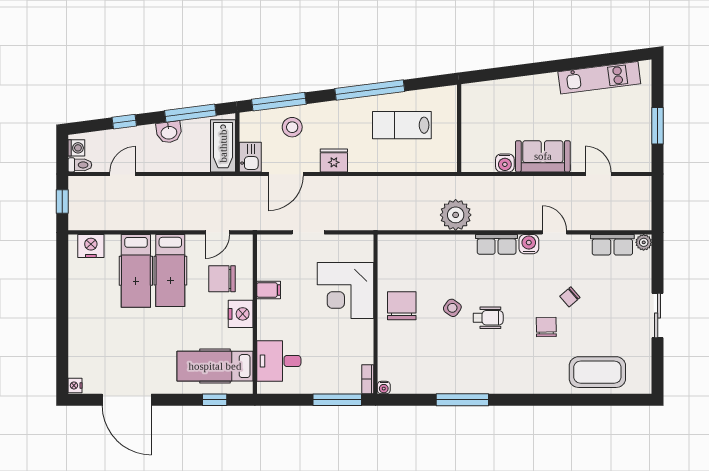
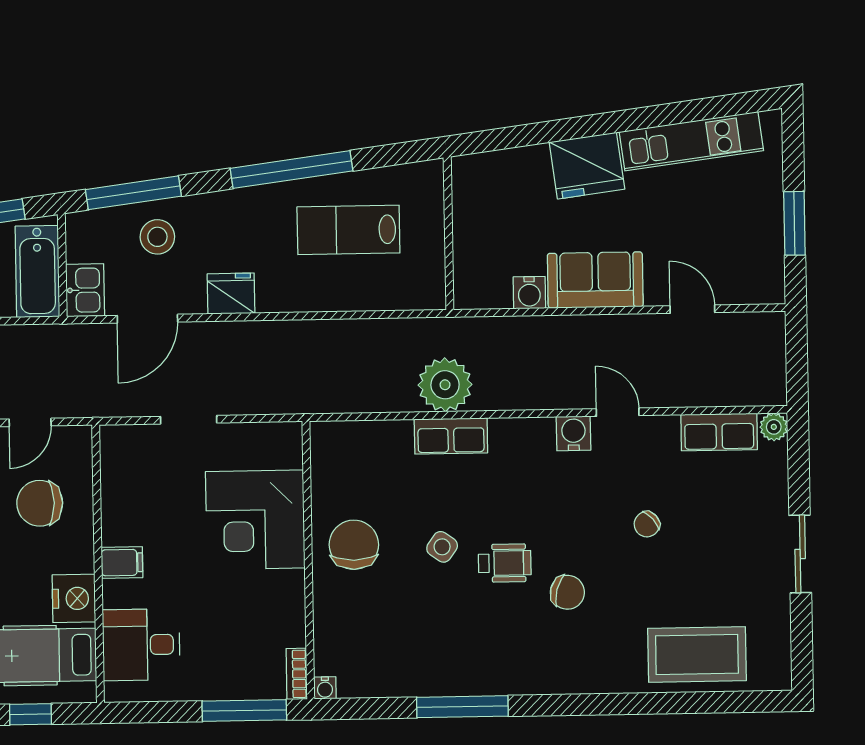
fridge: (539, 91) -> (587, 166), added
row of seats: (497, 244) -> (451, 436), moved
filing cabinet: (269, 290) -> (122, 563), moved
nightstand: (241, 314) -> (74, 598), moved
chair: (546, 327) -> (567, 592), moved, turned 106

